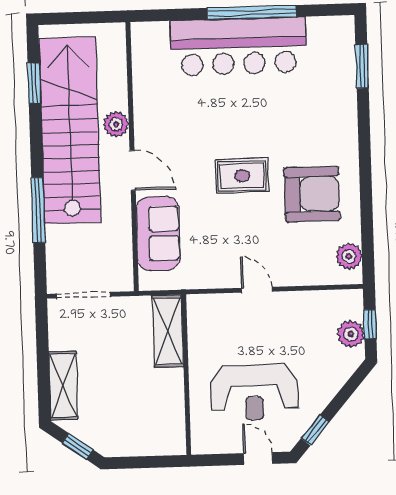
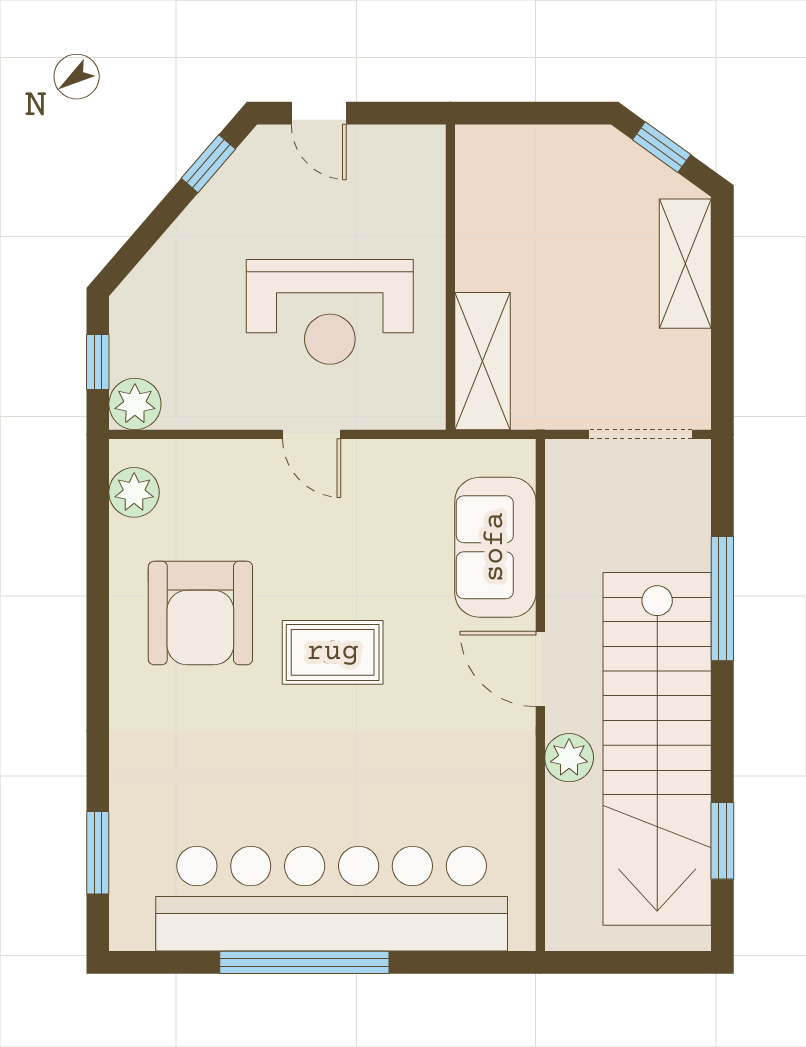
bar counter: (238, 46) -> (332, 899), width x1.36
armchair: (312, 194) -> (200, 613), turned -90
plant: (351, 334) -> (135, 404), moved
reception desk: (254, 392) -> (330, 312), moved, turned 180

